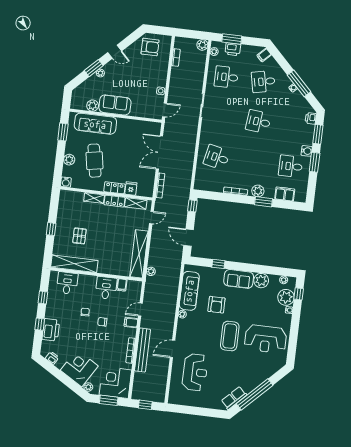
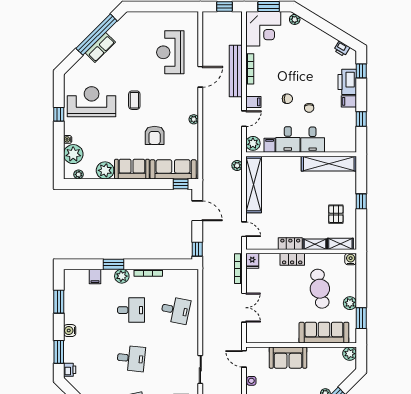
sofa: (115, 105) -> (288, 358), moved
plant: (93, 106) -> (350, 354), moved
door: (165, 110) -> (244, 359), hinge flipped
double door: (159, 152) -> (244, 308), width x0.73
plant: (69, 160) -> (350, 303), moved
window: (315, 162) -> (59, 302), moved
desk: (291, 166) -> (131, 310), moved
fridge: (131, 188) -> (252, 261), moved
filing cabinet: (285, 194) -> (95, 276), width x0.50
shelving: (136, 203) -> (340, 244), moved
door: (151, 218) -> (244, 229), swing flipped
pallet: (79, 236) -> (336, 214), moved
window: (218, 264) -> (181, 184), moved
desk: (67, 283) -> (313, 140), moved
plant: (135, 288) -> (253, 143), added
sofa: (189, 291) -> (173, 169), moved, turned 90
window: (299, 294) -> (59, 114), moved
armchair: (216, 305) -> (155, 135), turned 180
filing cabinet: (51, 313) -> (349, 101), added
window: (40, 324) -> (361, 71), moved
coffee table: (230, 336) -> (134, 100), width x0.54, depth x0.58
corner desk: (79, 368) -> (308, 41), removed
row of seats: (234, 398) -> (100, 47), moved

